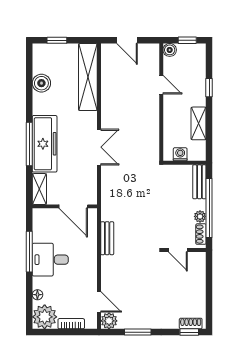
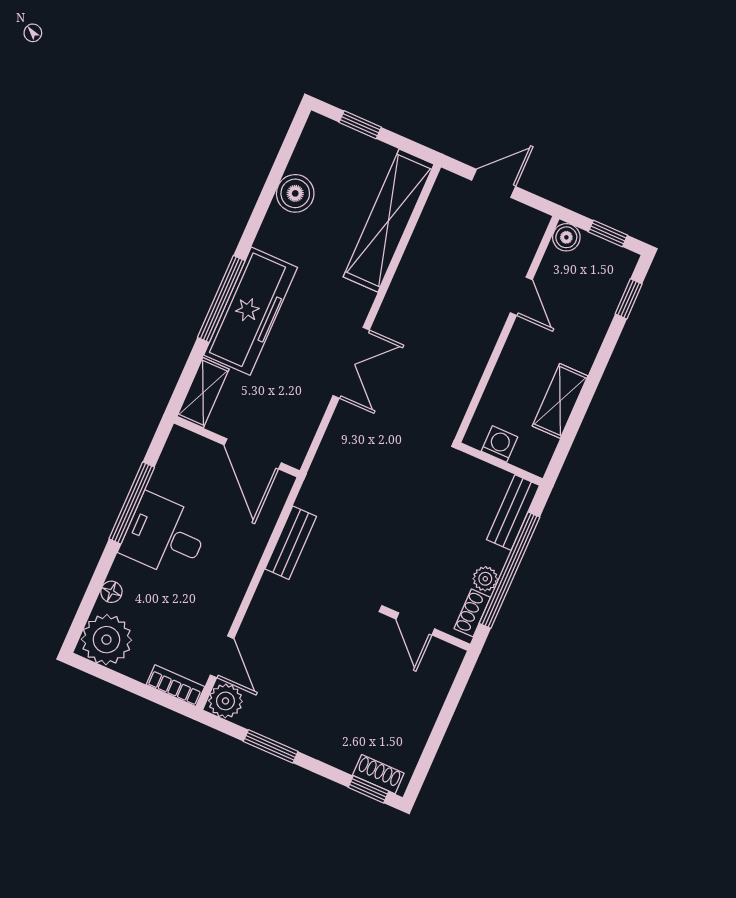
door: (127, 40) -> (494, 183), swing flipped
window: (209, 88) -> (629, 299), moved
bookcase: (71, 324) -> (175, 686), moved

